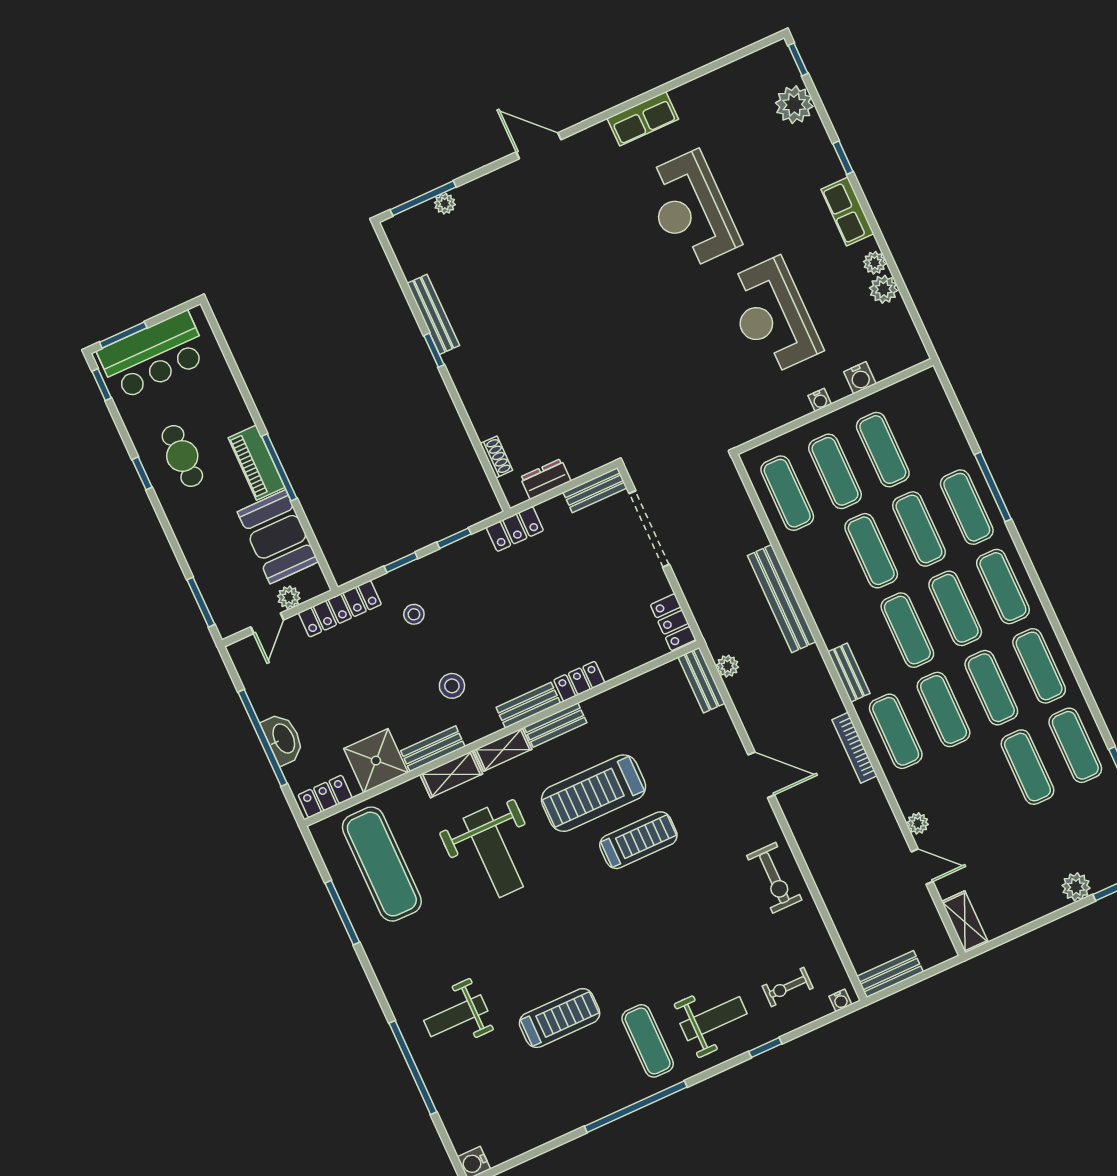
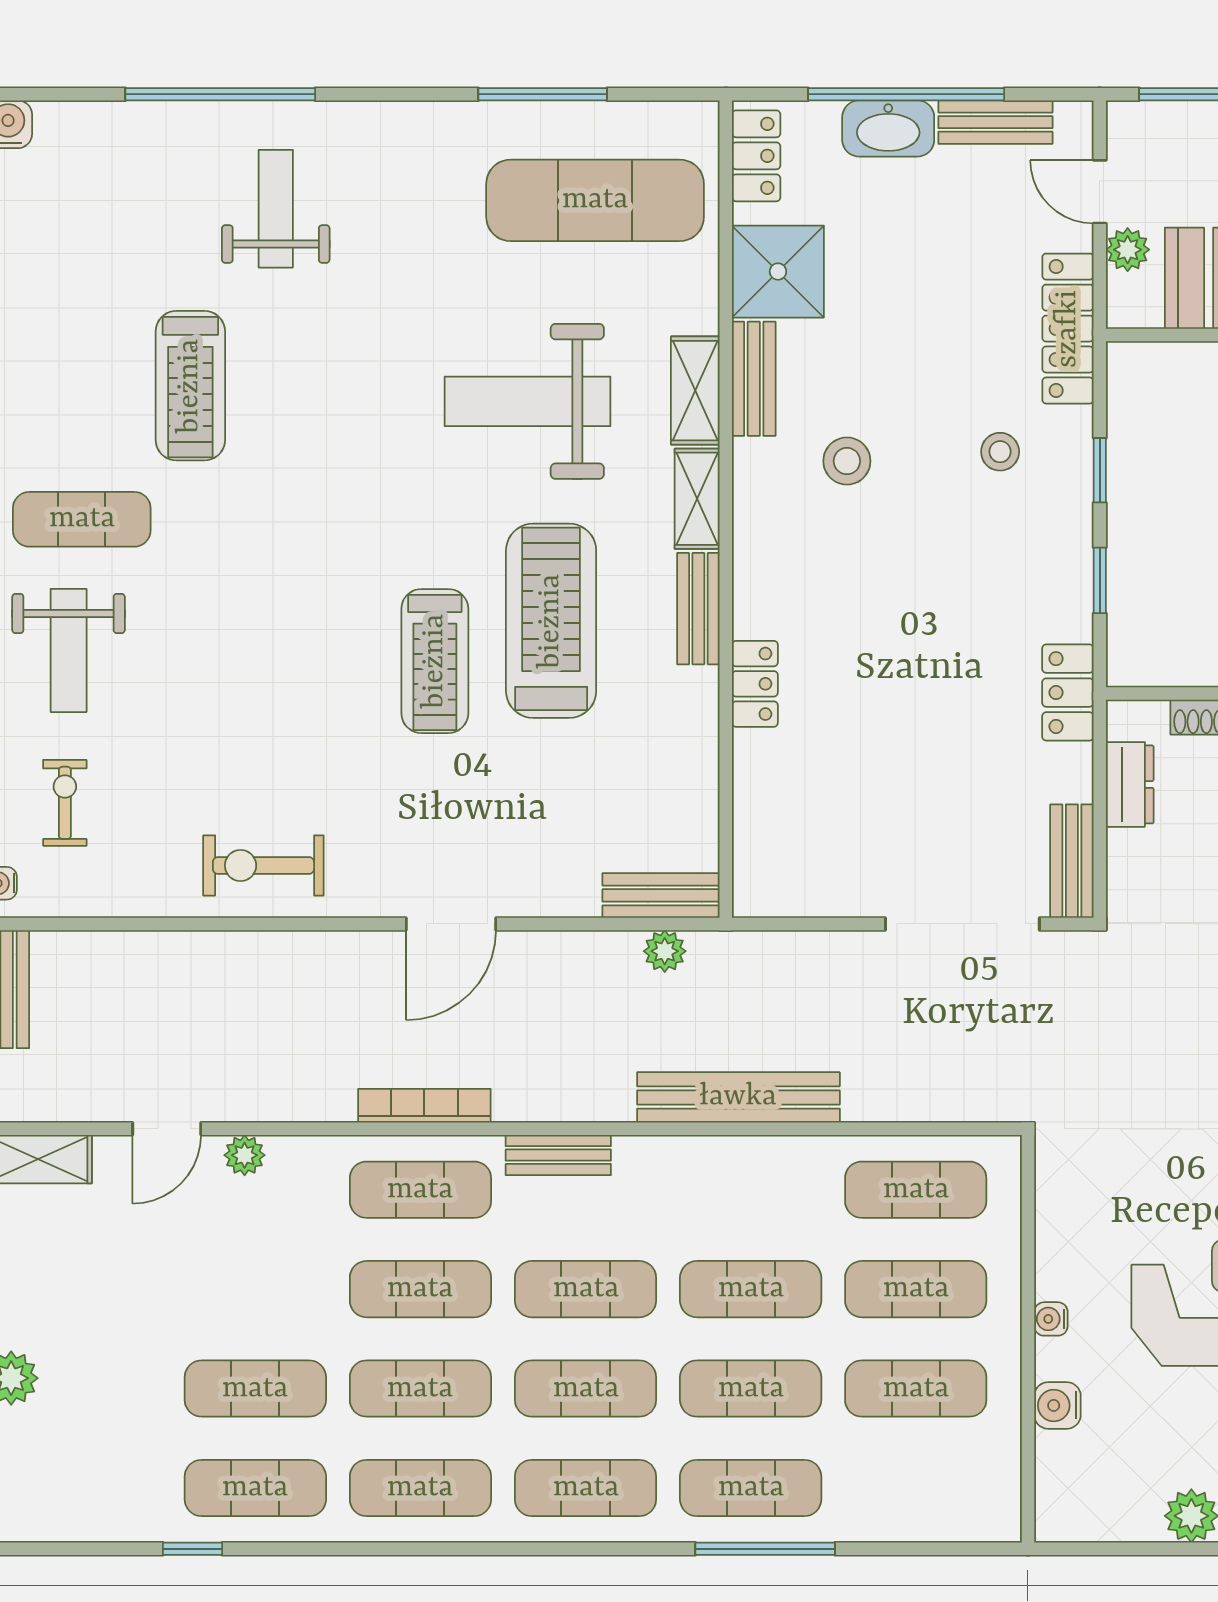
locker: (673, 622) -> (783, 892), removed
bench: (528, 705) -> (995, 122), moved, turned 90

